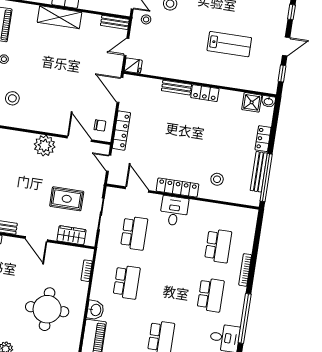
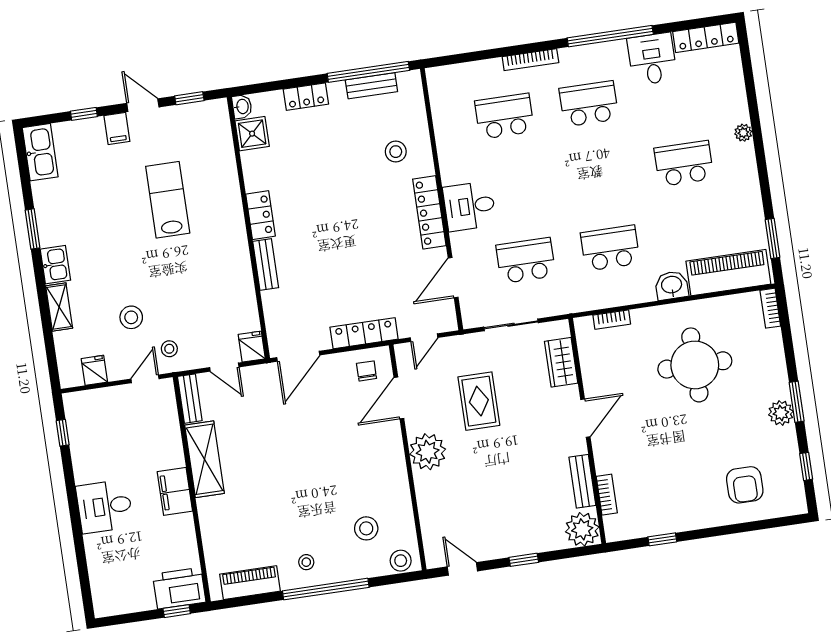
shelving: (59, 17) -> (204, 459), moved
filing cabinet: (278, 28) -> (117, 128), added
bench: (259, 172) -> (371, 86), width x0.73
rug: (67, 199) -> (479, 401), moved

